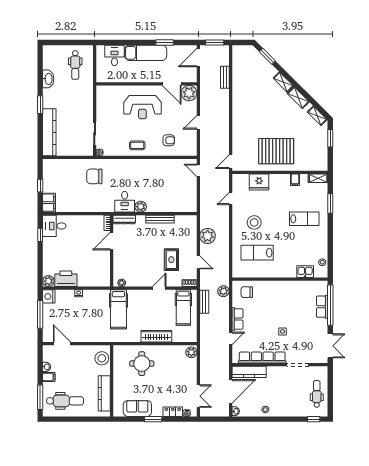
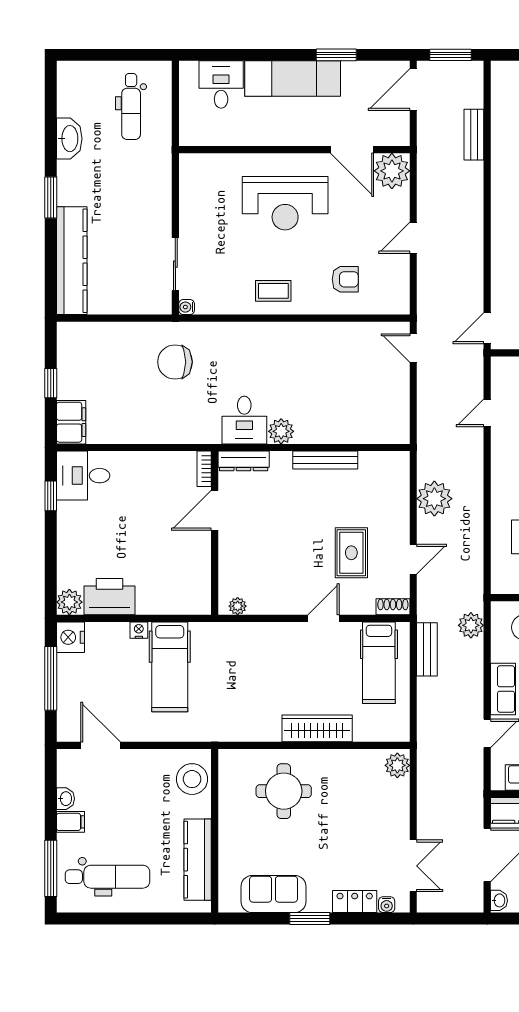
door: (198, 262) -> (413, 559), hinge flipped
hospital bed: (118, 309) -> (170, 667), moved

